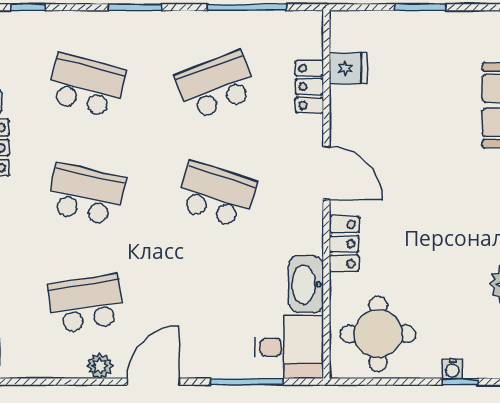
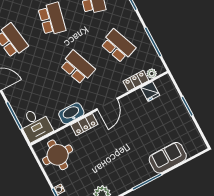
plant: (312, 45) -> (152, 74), added
school desk: (216, 194) -> (78, 67), turned -39
washbasin: (306, 284) -> (71, 113), moved

